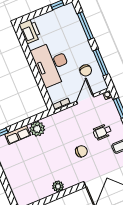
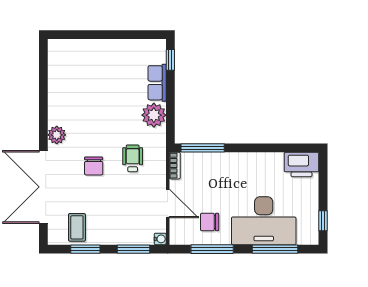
desk: (52, 64) -> (264, 221), moved, turned 180
window: (44, 92) -> (203, 148), added
wheelchair: (102, 132) -> (133, 158), moved
plant: (58, 186) -> (57, 135), moved

